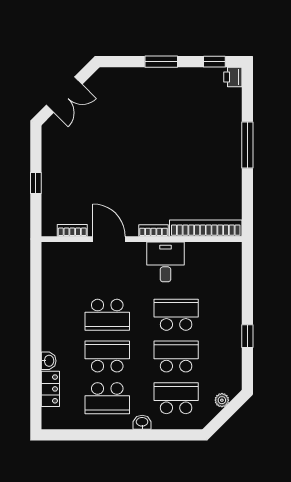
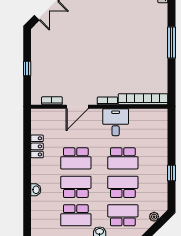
door: (109, 239) -> (77, 107), swing flipped
school desk: (176, 315) -> (123, 158), turned 180
locker: (50, 389) -> (37, 146), moved

